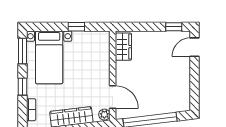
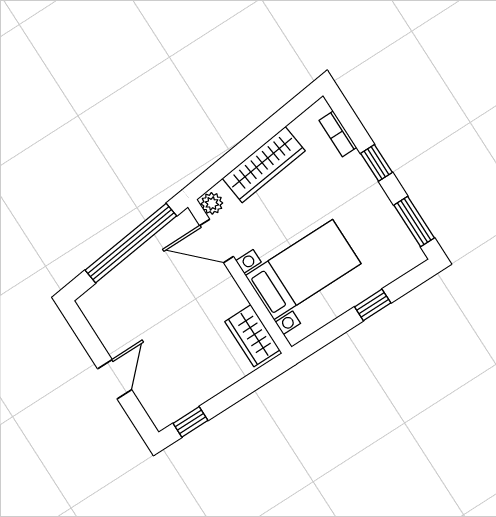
window: (76, 27) -> (373, 305), moved
door: (195, 47) -> (115, 379), moved
bed with nightstands: (49, 57) -> (303, 270), moved, turned 90

